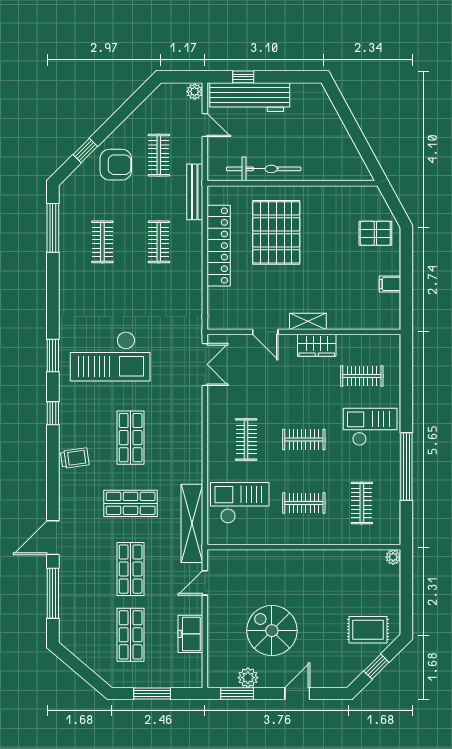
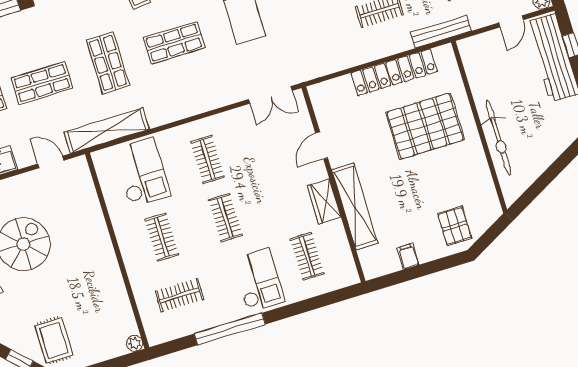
bicycle: (264, 169) -> (498, 138), moved
shelving: (308, 321) -> (355, 206), width x2.20, depth x1.33
clothes rail: (246, 440) -> (208, 159), turned 90

